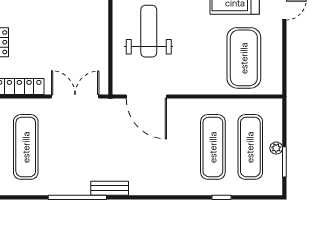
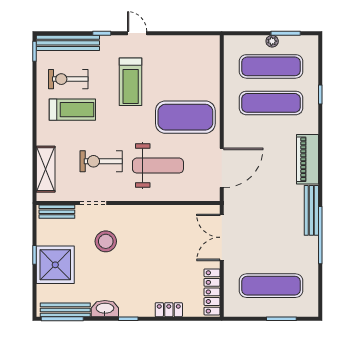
weight bench: (149, 31) -> (158, 166), turned 180
exercise mat: (244, 58) -> (185, 117), moved
piano: (155, 184) -> (307, 159), added
bench: (110, 188) -> (311, 210), width x1.36

